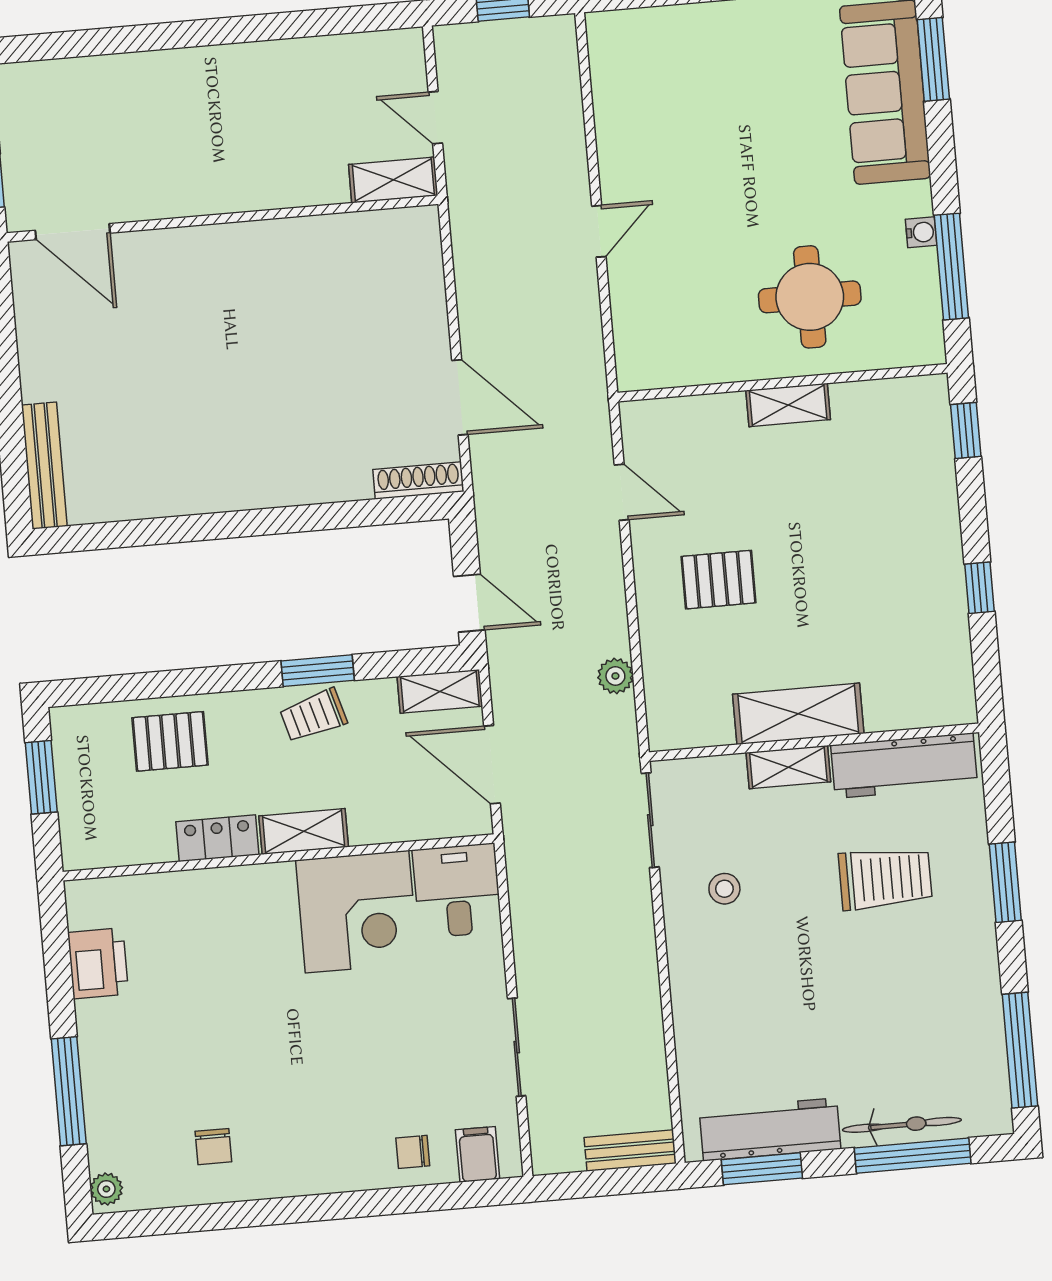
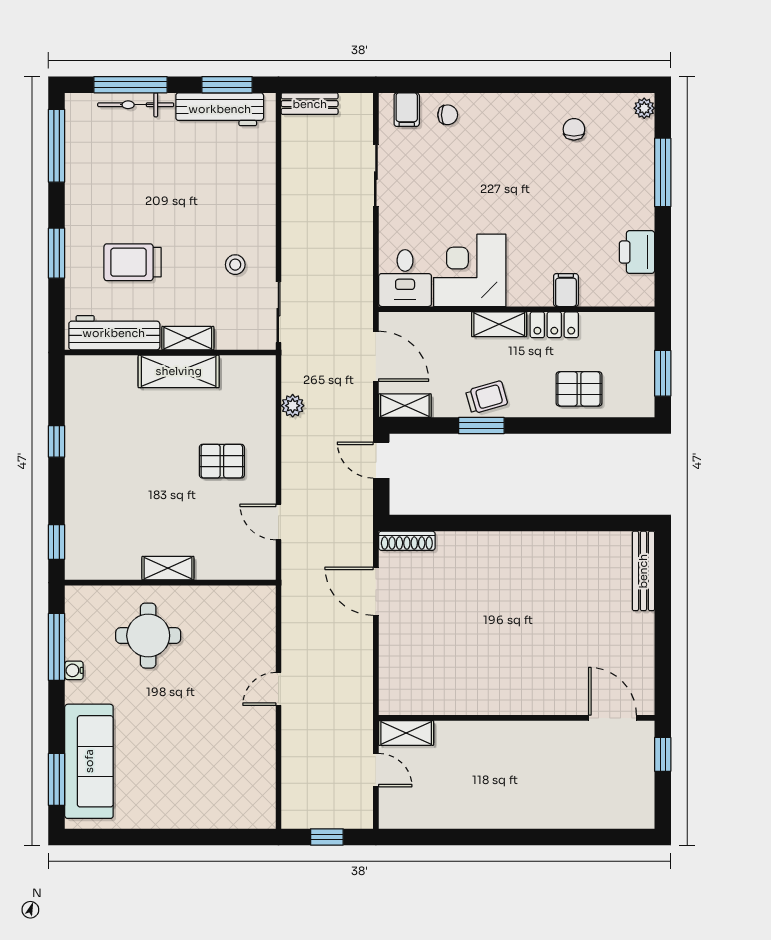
filing cabinet: (204, 894) -> (566, 290), added

